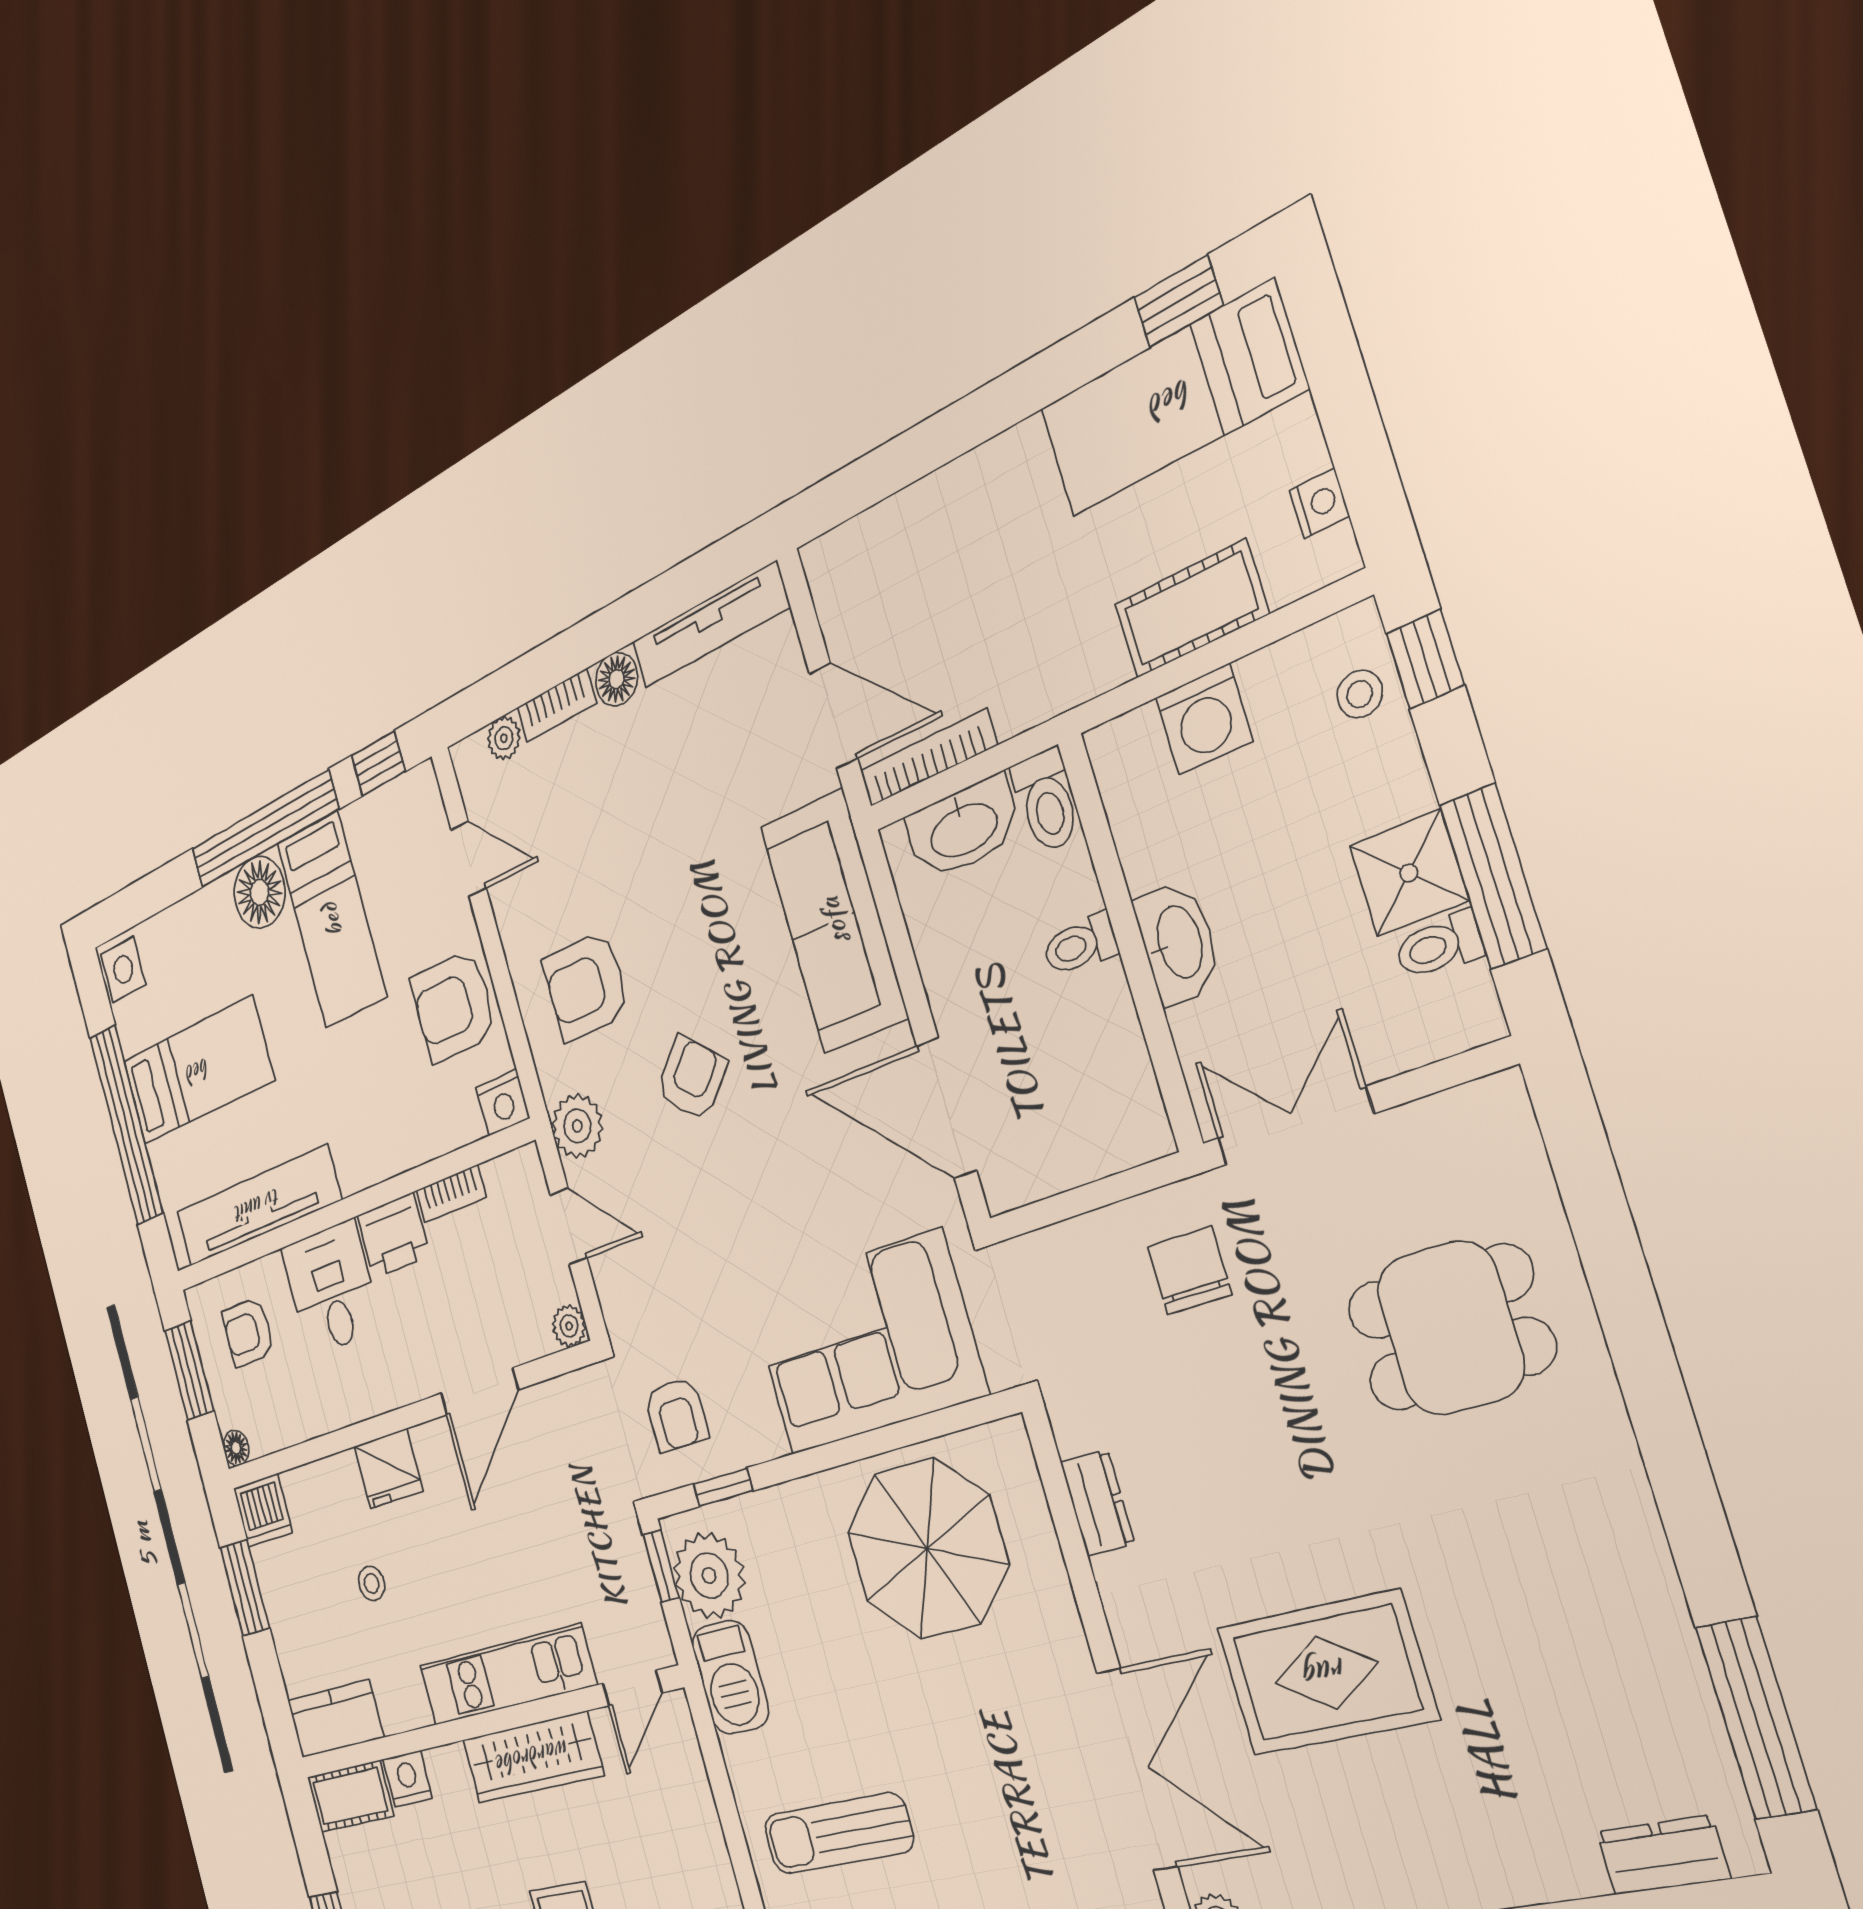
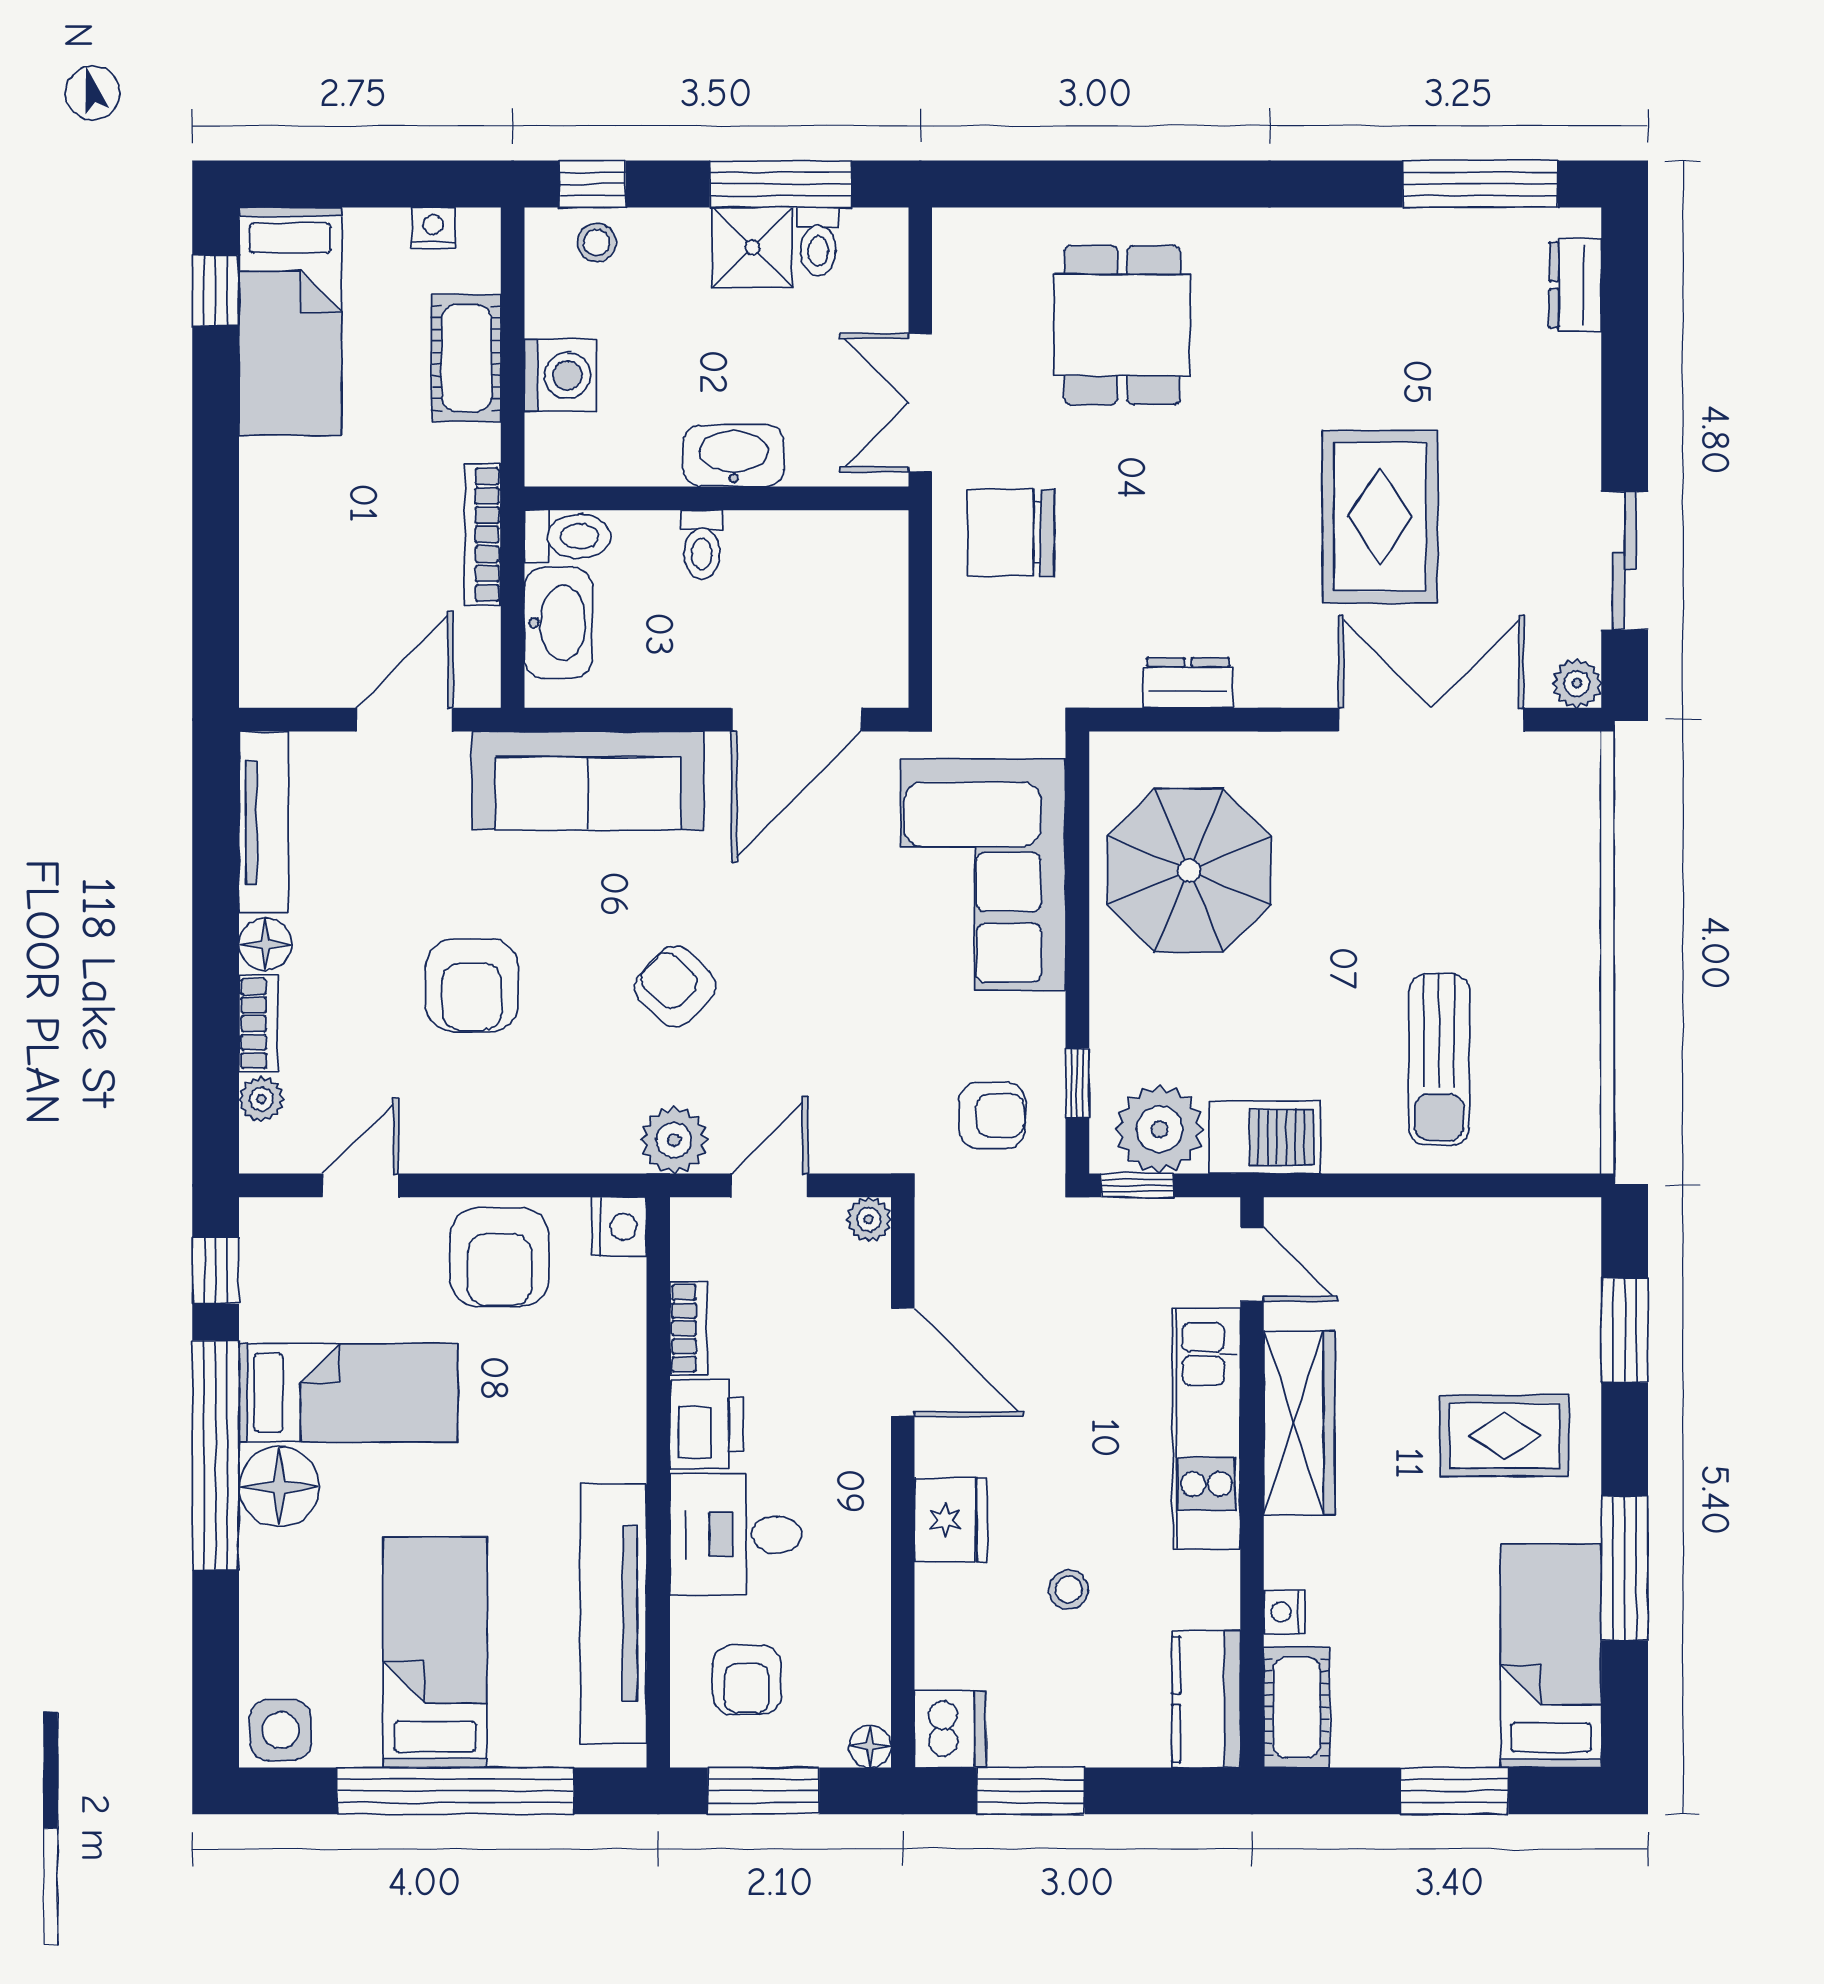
bookcase: (928, 758) -> (483, 535), moved
armchair: (586, 986) -> (472, 985), moved
chair: (1190, 1270) -> (1011, 532), width x1.37, depth x1.37
nightstand: (408, 1779) -> (1284, 1612), width x0.72, depth x0.74

